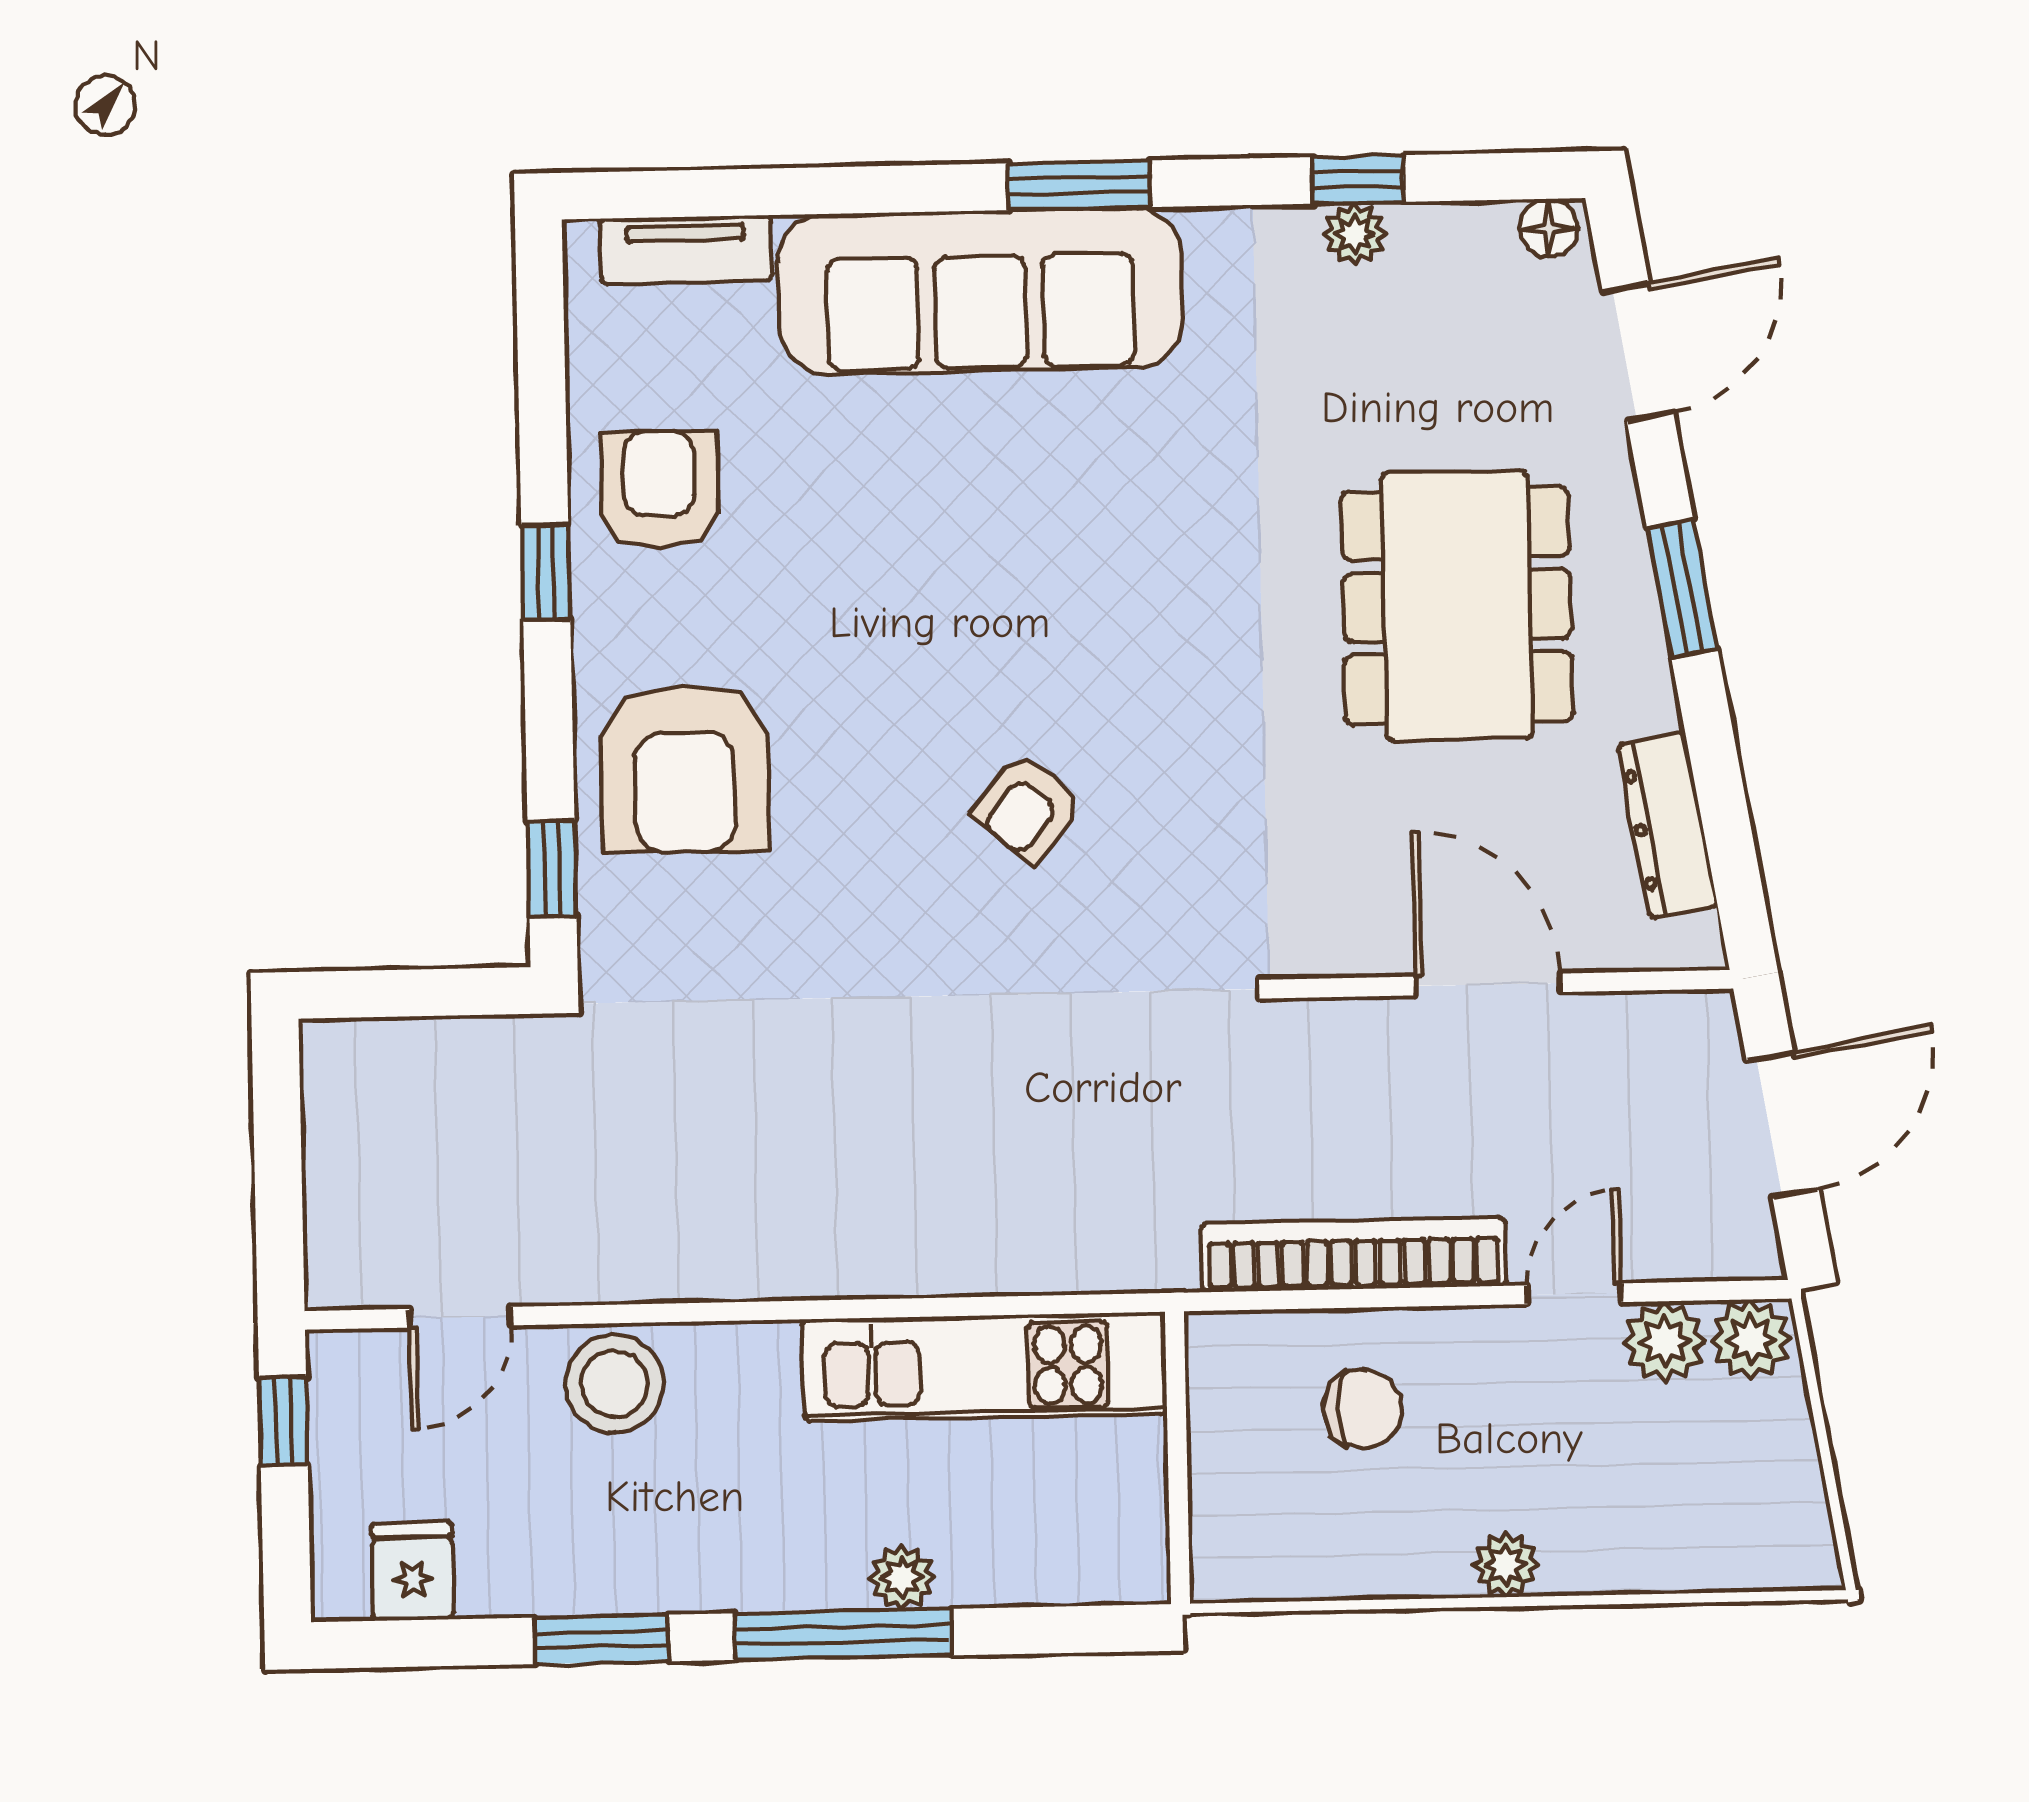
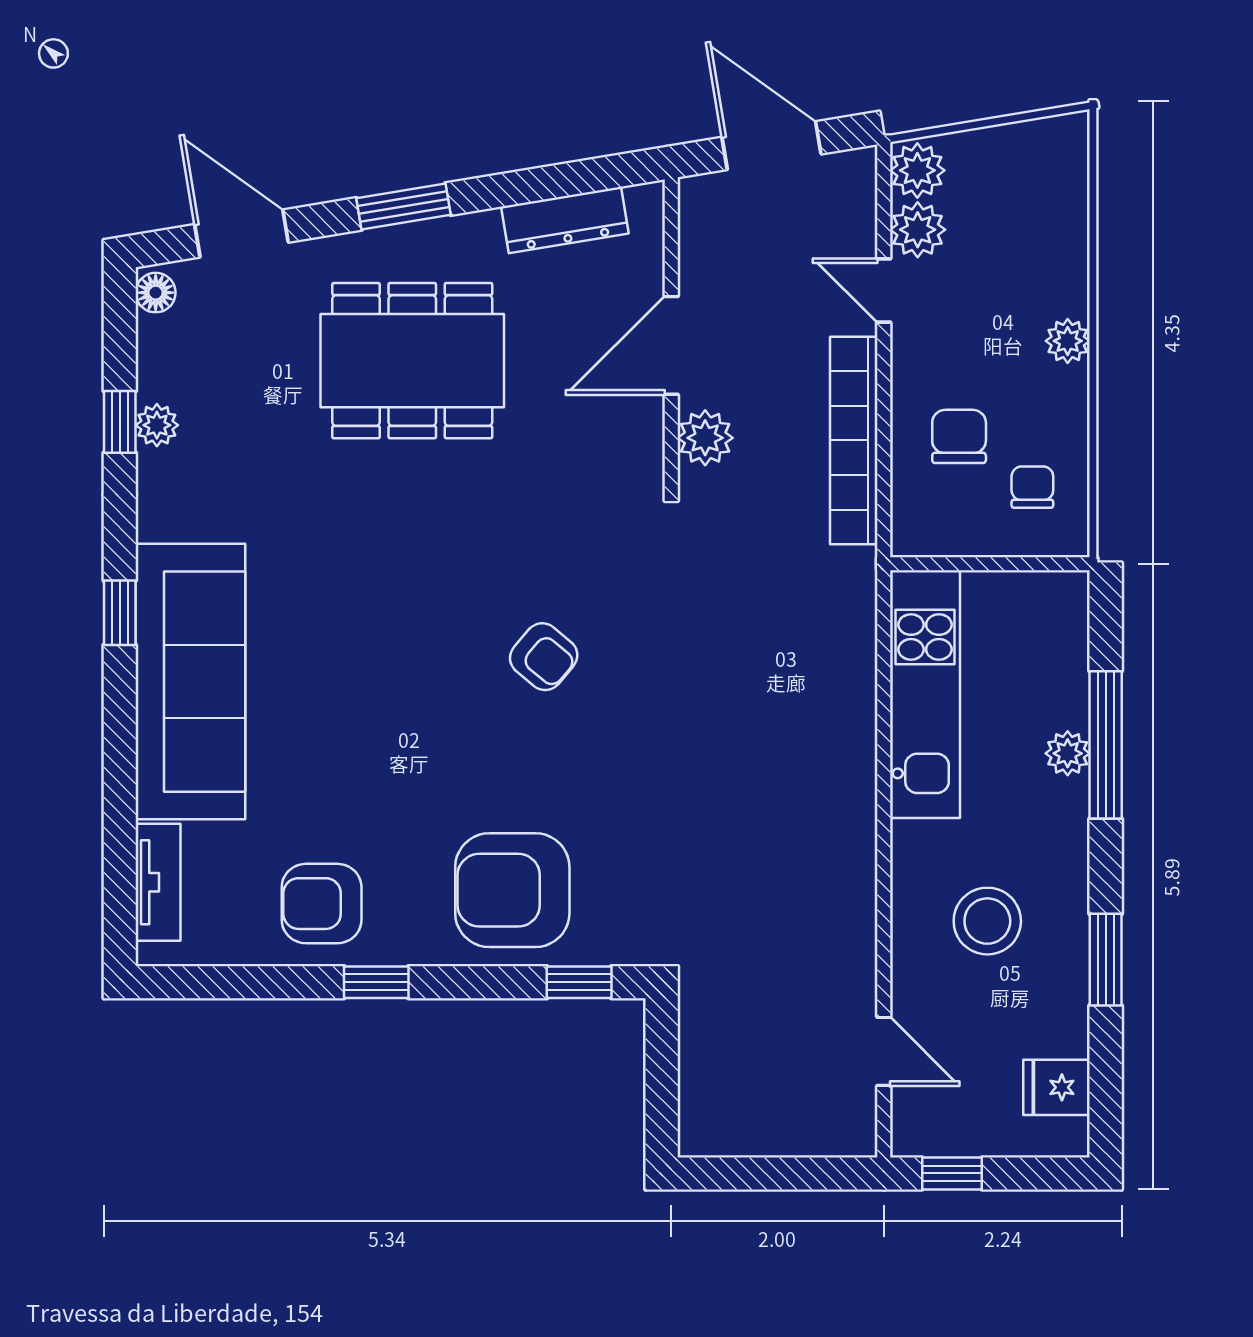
window: (1079, 185) -> (120, 613), width x0.67
armchair: (685, 769) -> (512, 890), turned 180
plant: (1353, 1037) -> (705, 438), added
stool: (614, 1384) -> (987, 921), moved
chair: (1291, 1518) -> (1032, 487), added
window: (843, 1634) -> (1106, 745), moved

